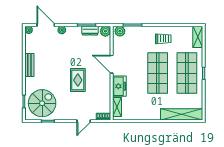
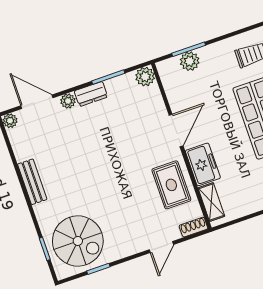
dresser: (90, 31) -> (91, 94), moved
plant: (120, 31) -> (190, 61), moved
door: (112, 64) -> (176, 130), swing flipped
rug: (78, 80) -> (171, 185), moved
spiral stairs: (42, 103) -> (78, 241), turned 90

